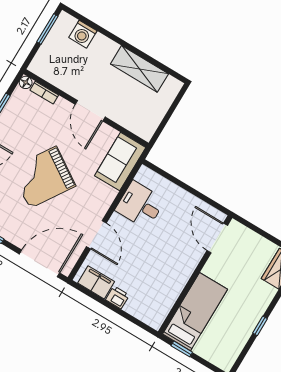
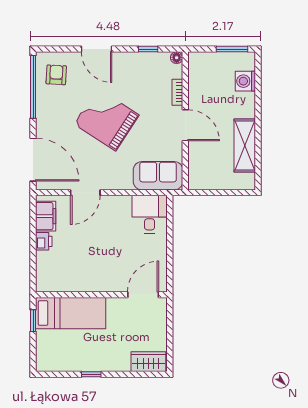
bookcase: (44, 93) -> (177, 92), moved
door: (90, 111) -> (185, 125), swing flipped
desk: (140, 205) -> (150, 214), moved

